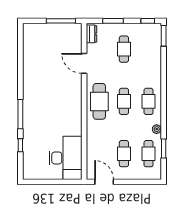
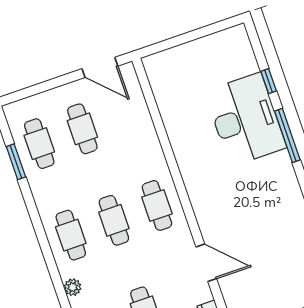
cafe table: (99, 101) -> (157, 205), width x0.73, depth x0.74
plant: (157, 129) -> (73, 287), moved
desk: (66, 158) -> (246, 119), moved, turned 180

